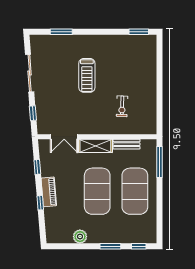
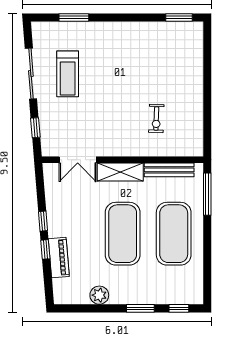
treadmill: (87, 75) -> (68, 74), moved
bench: (127, 144) -> (169, 170), width x1.36
window: (37, 167) -> (43, 221), moved
piano: (49, 192) -> (59, 258), moved

